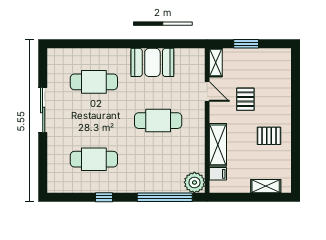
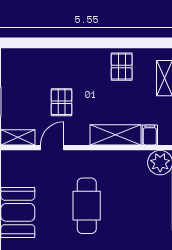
pallet: (245, 99) -> (61, 102), turned 90
pallet: (269, 136) -> (122, 67), moved

